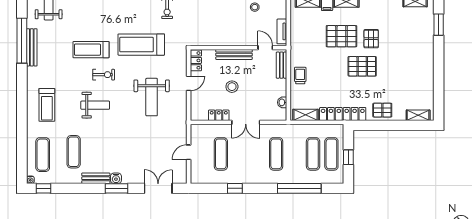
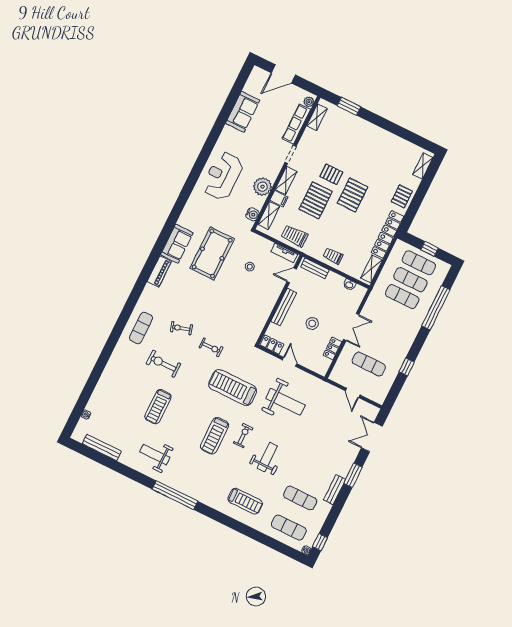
trolley: (301, 33) -> (294, 236), added
treadmill: (141, 45) -> (233, 388), turned 90
bench: (32, 47) -> (186, 489), removed
exercise mat: (276, 154) -> (402, 297), moved
water cooler: (116, 178) -> (344, 471), removed

